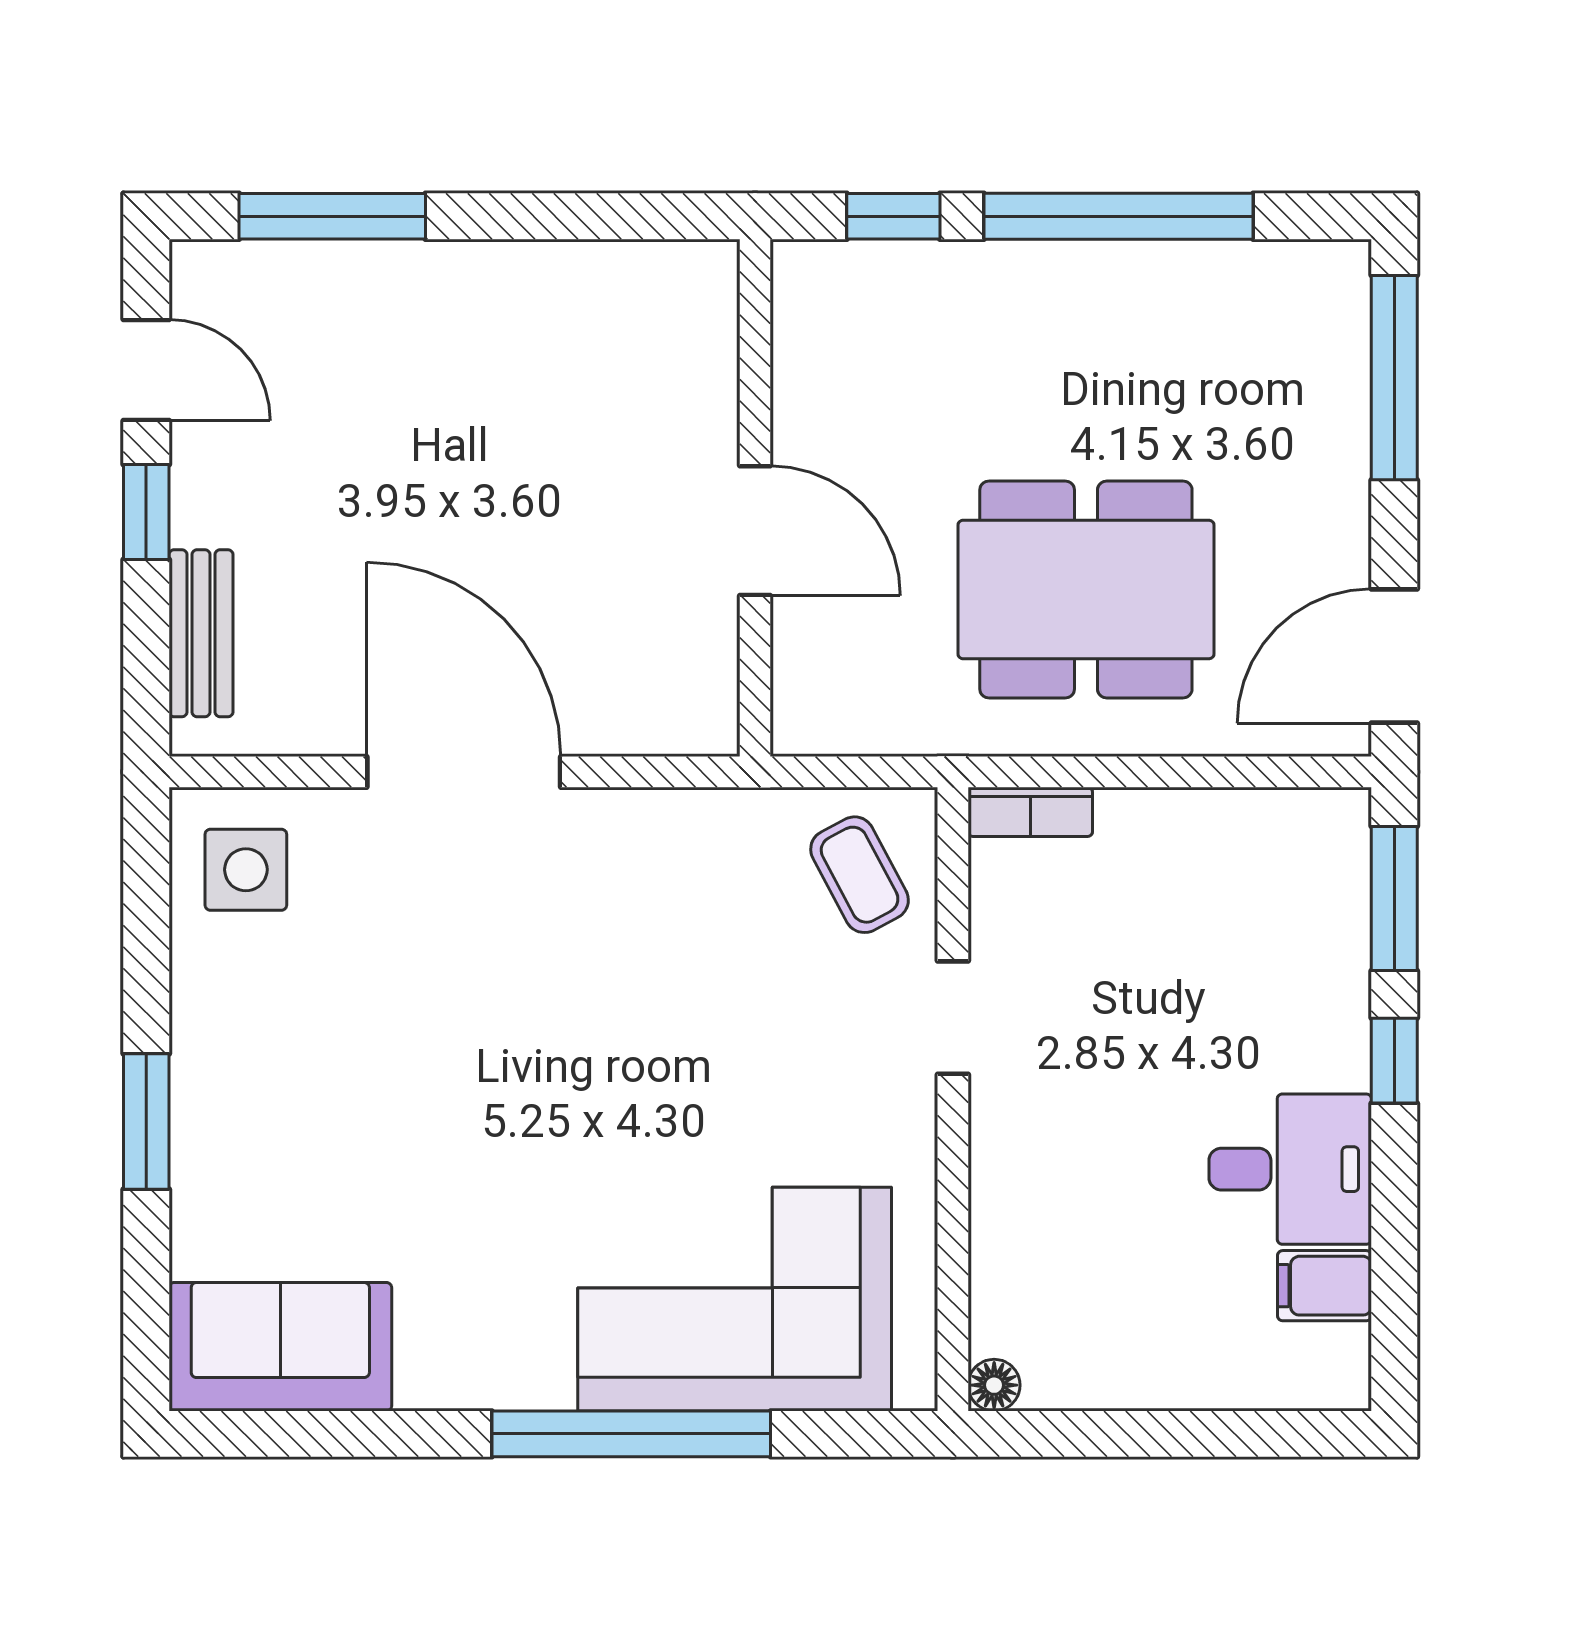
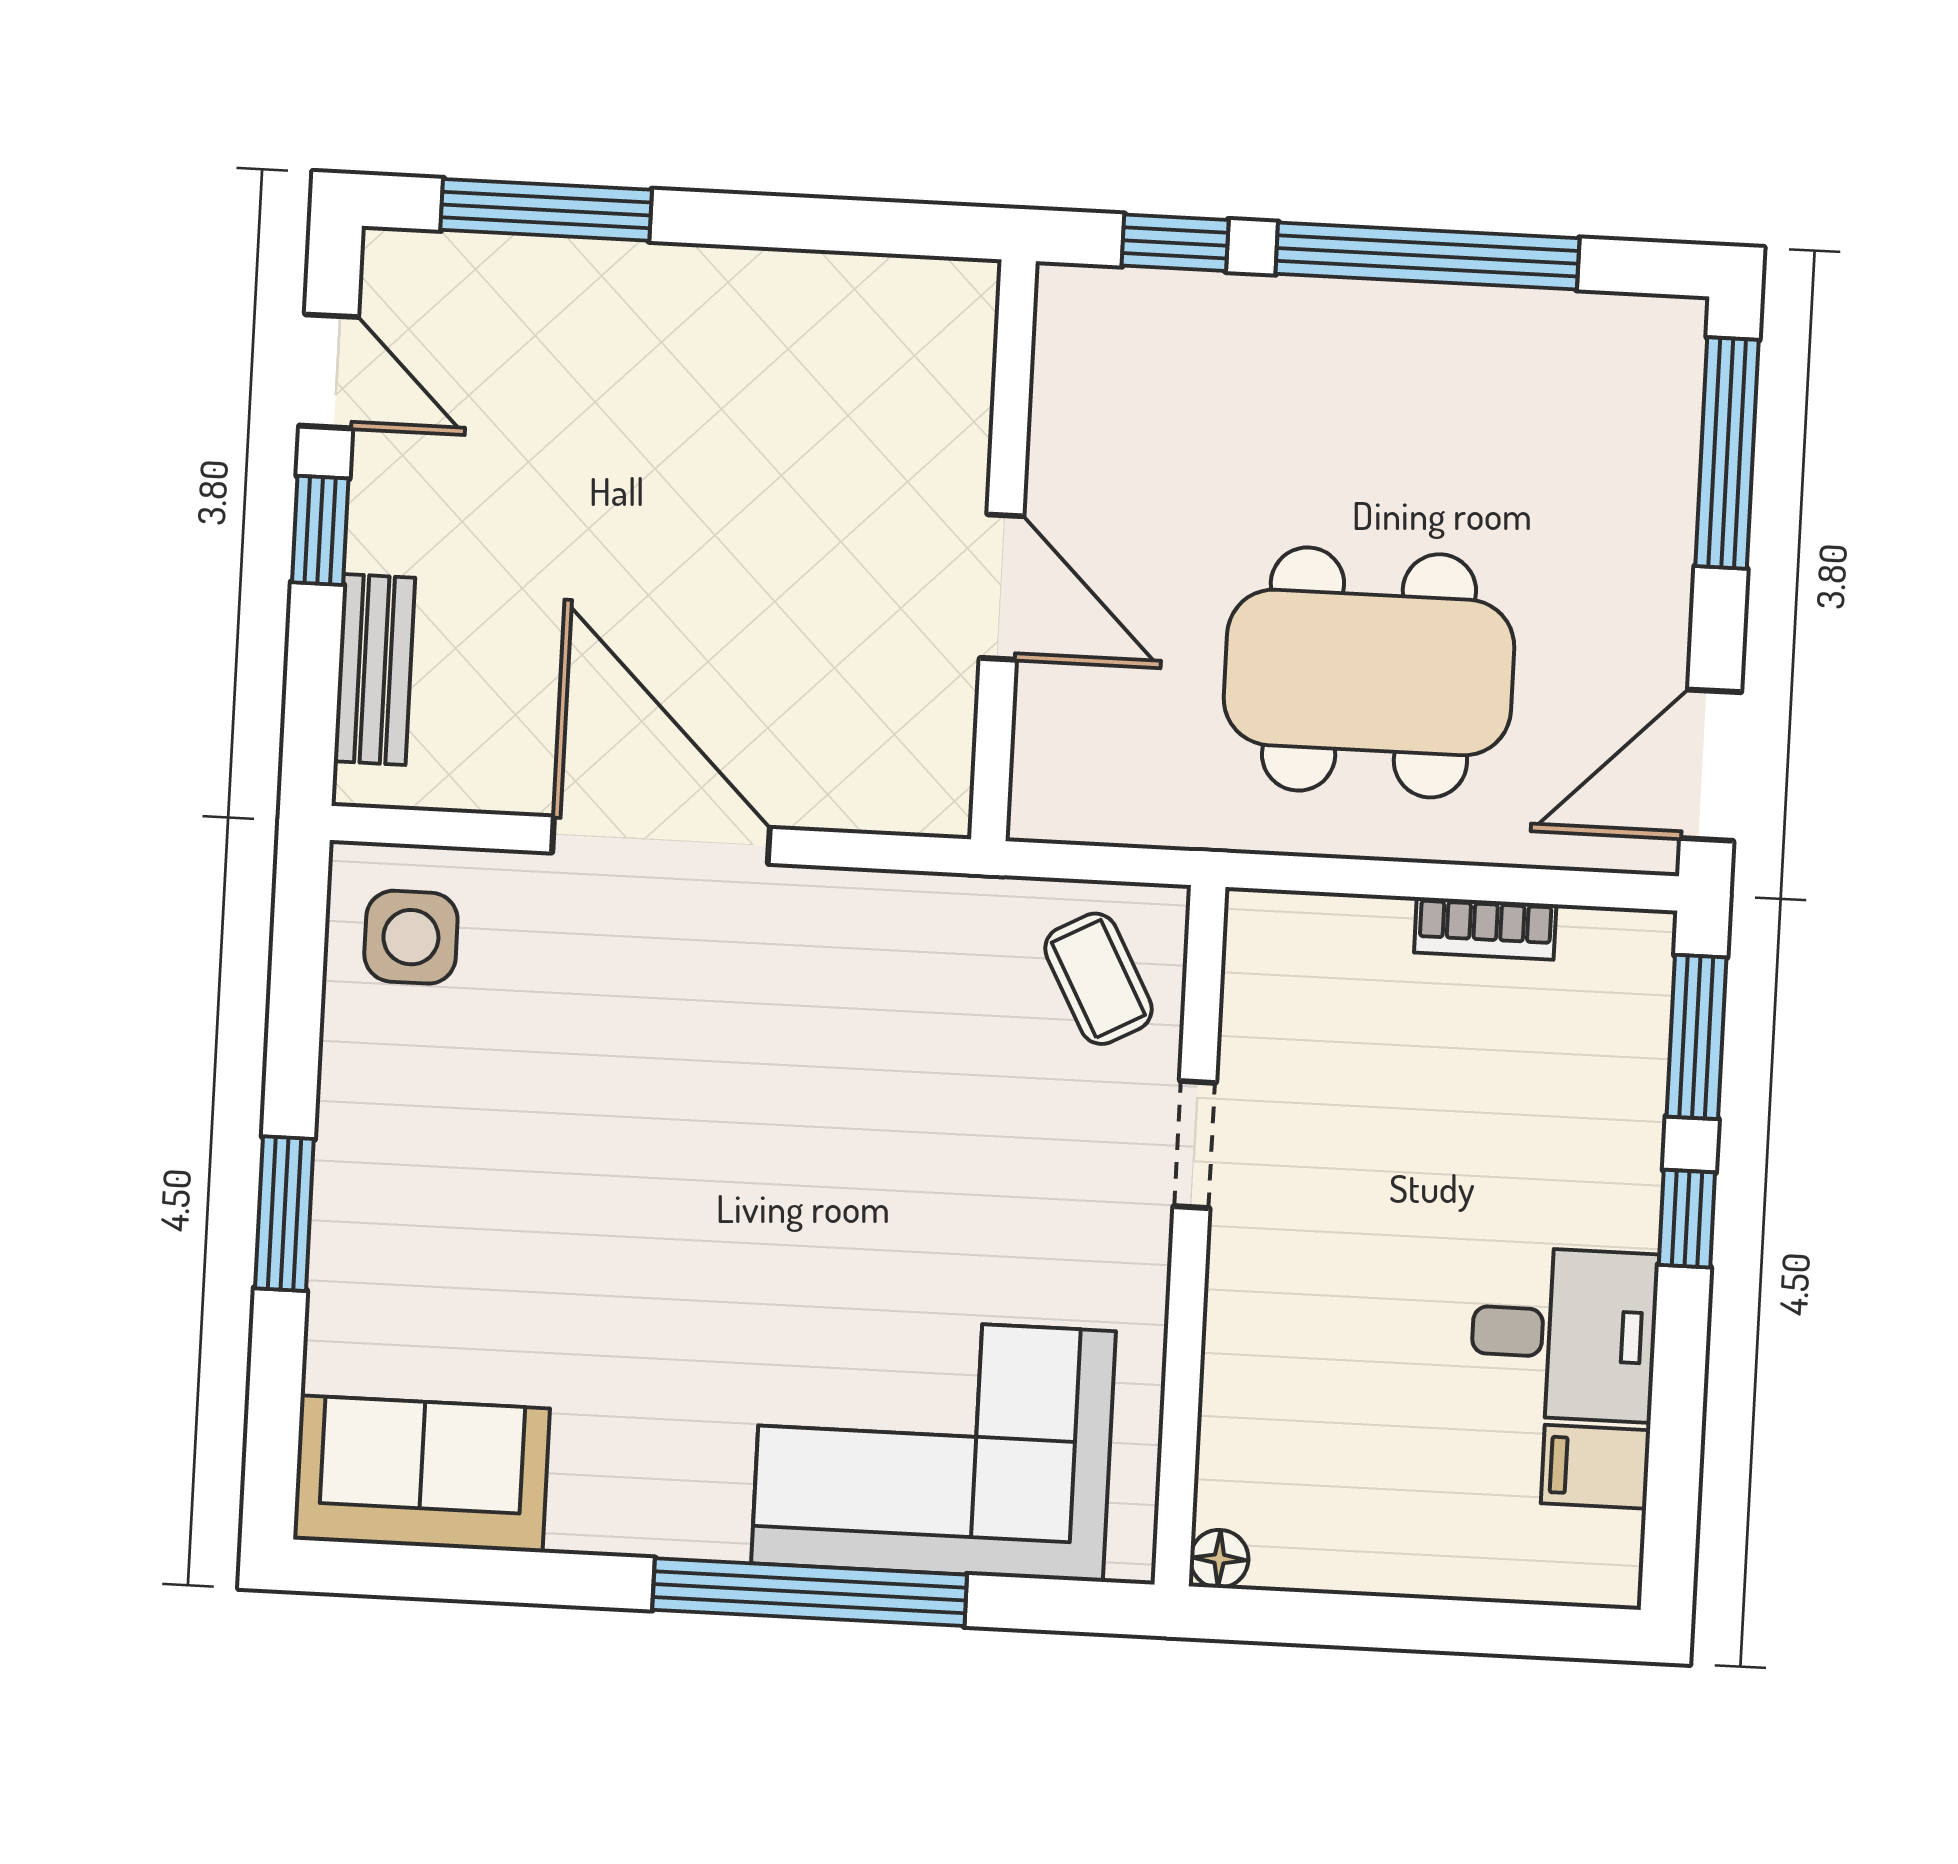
bookcase: (1030, 812) -> (1485, 928), moved

